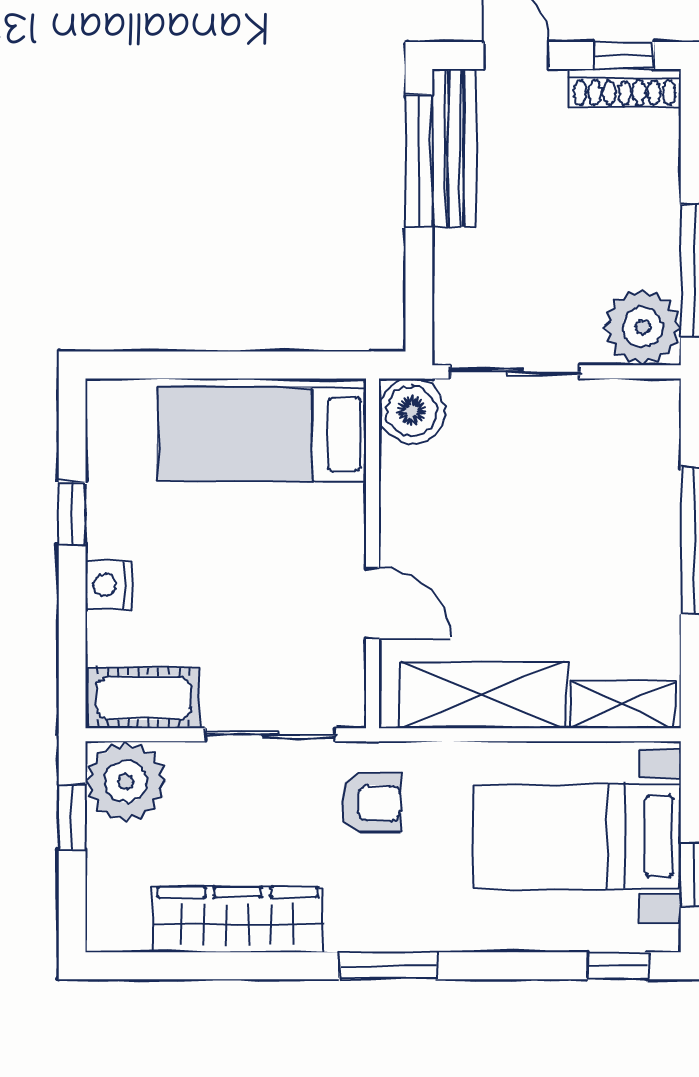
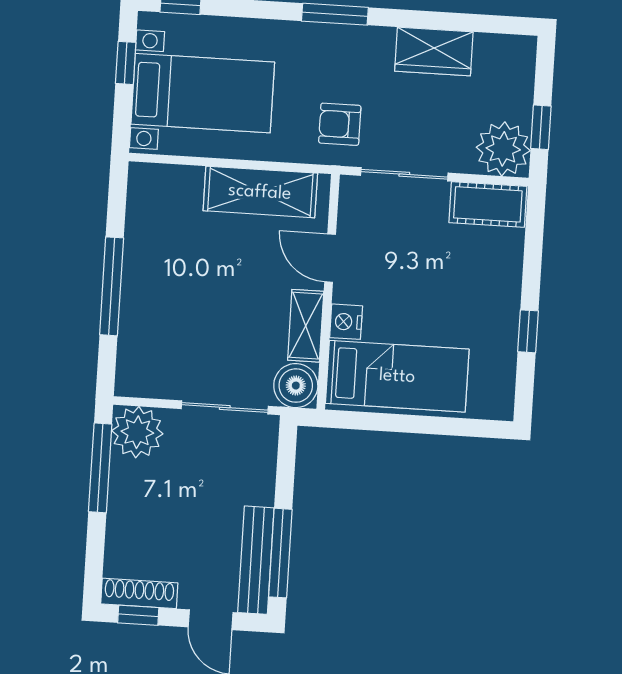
nightstand: (108, 585) -> (346, 322), moved, turned 180
shelving: (622, 705) -> (306, 326), moved, turned 90
wardrobe: (238, 920) -> (434, 51), width x0.67

